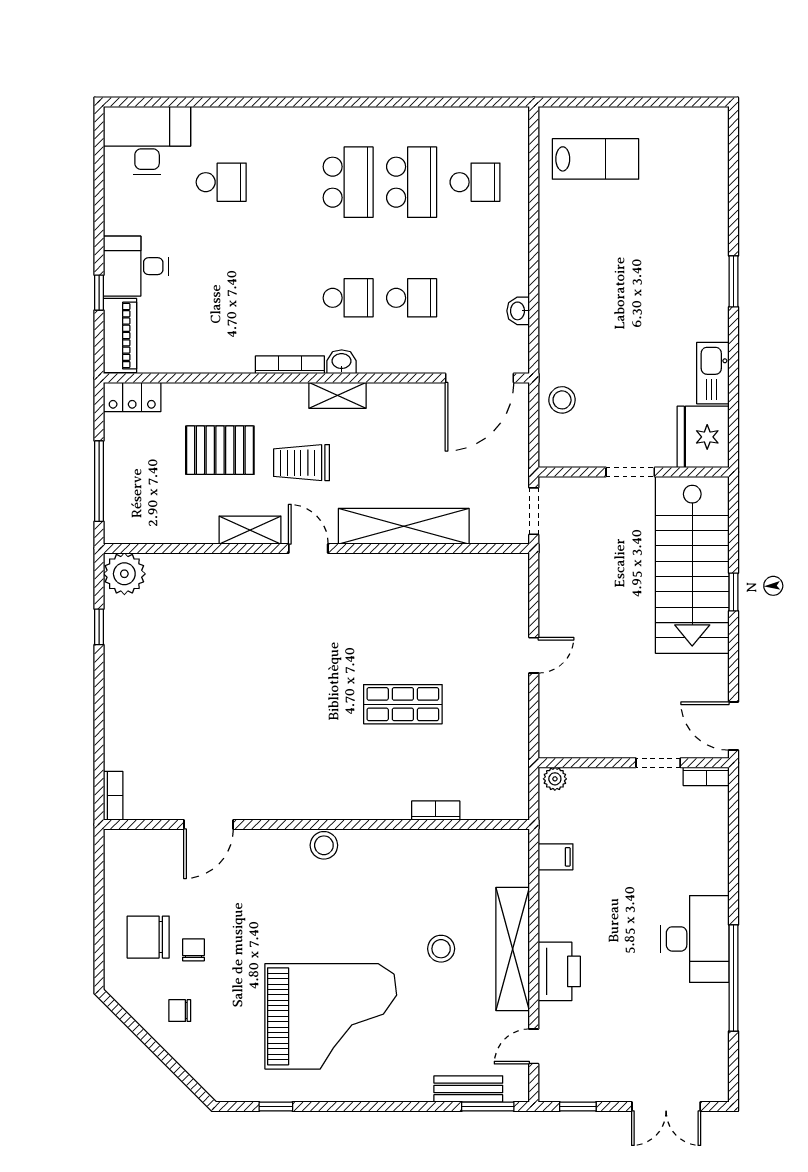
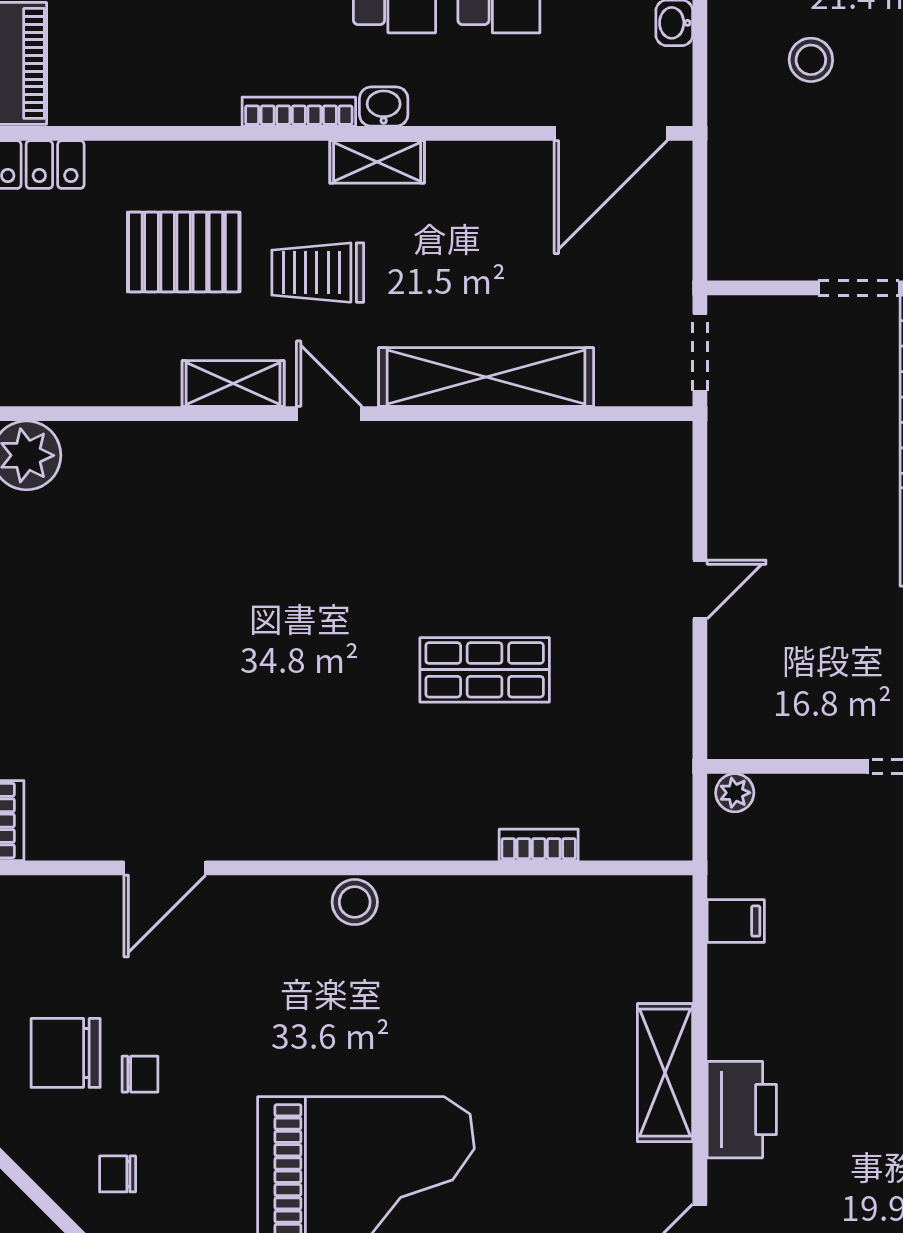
stool: (562, 400) -> (811, 60), moved
stool: (441, 949) -> (547, 1072), removed
shelving: (513, 949) -> (665, 1073), width x0.68
chair: (193, 950) -> (140, 1074), turned 90

